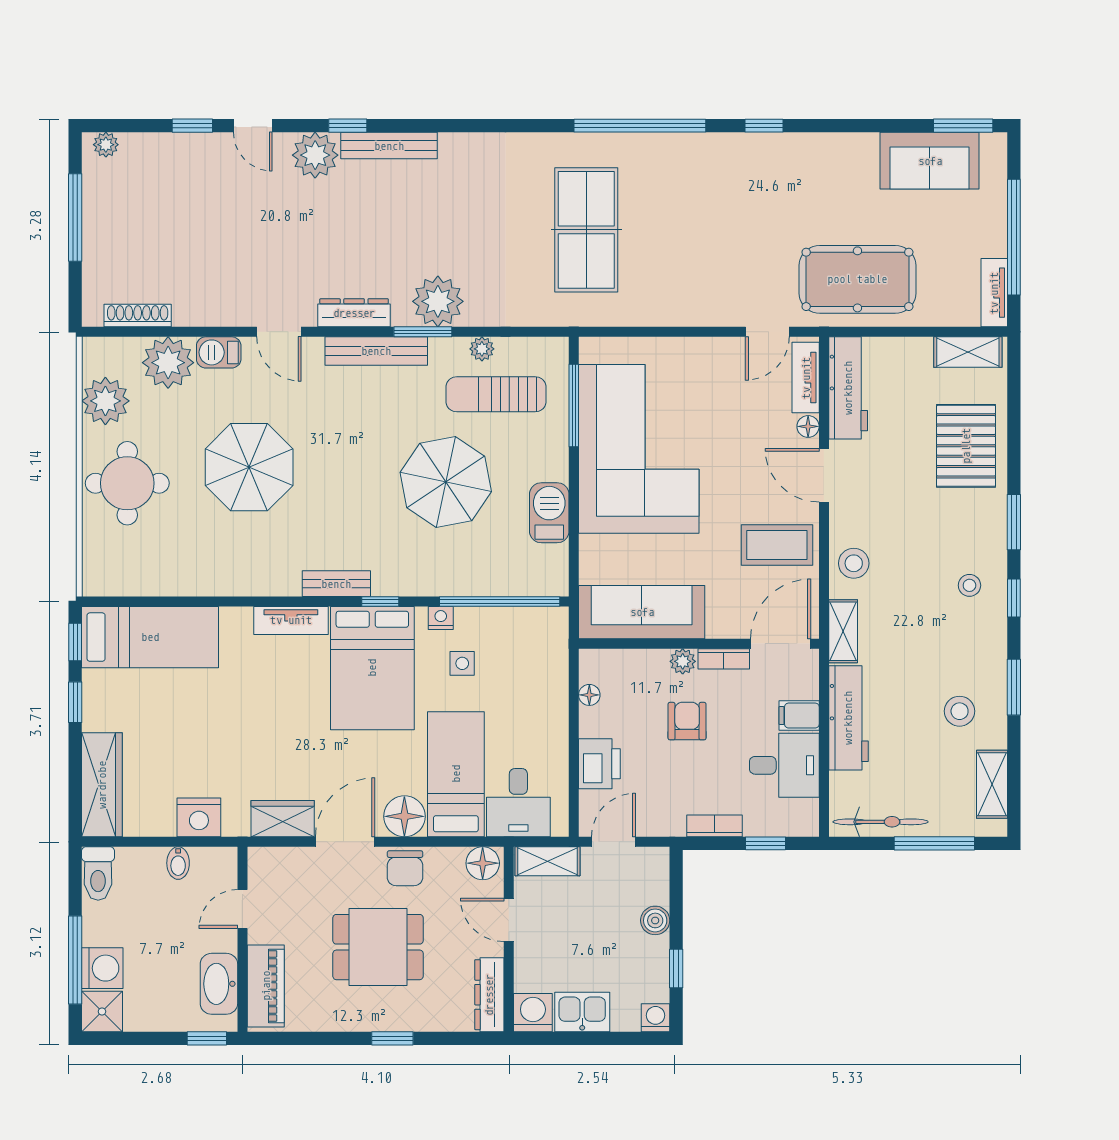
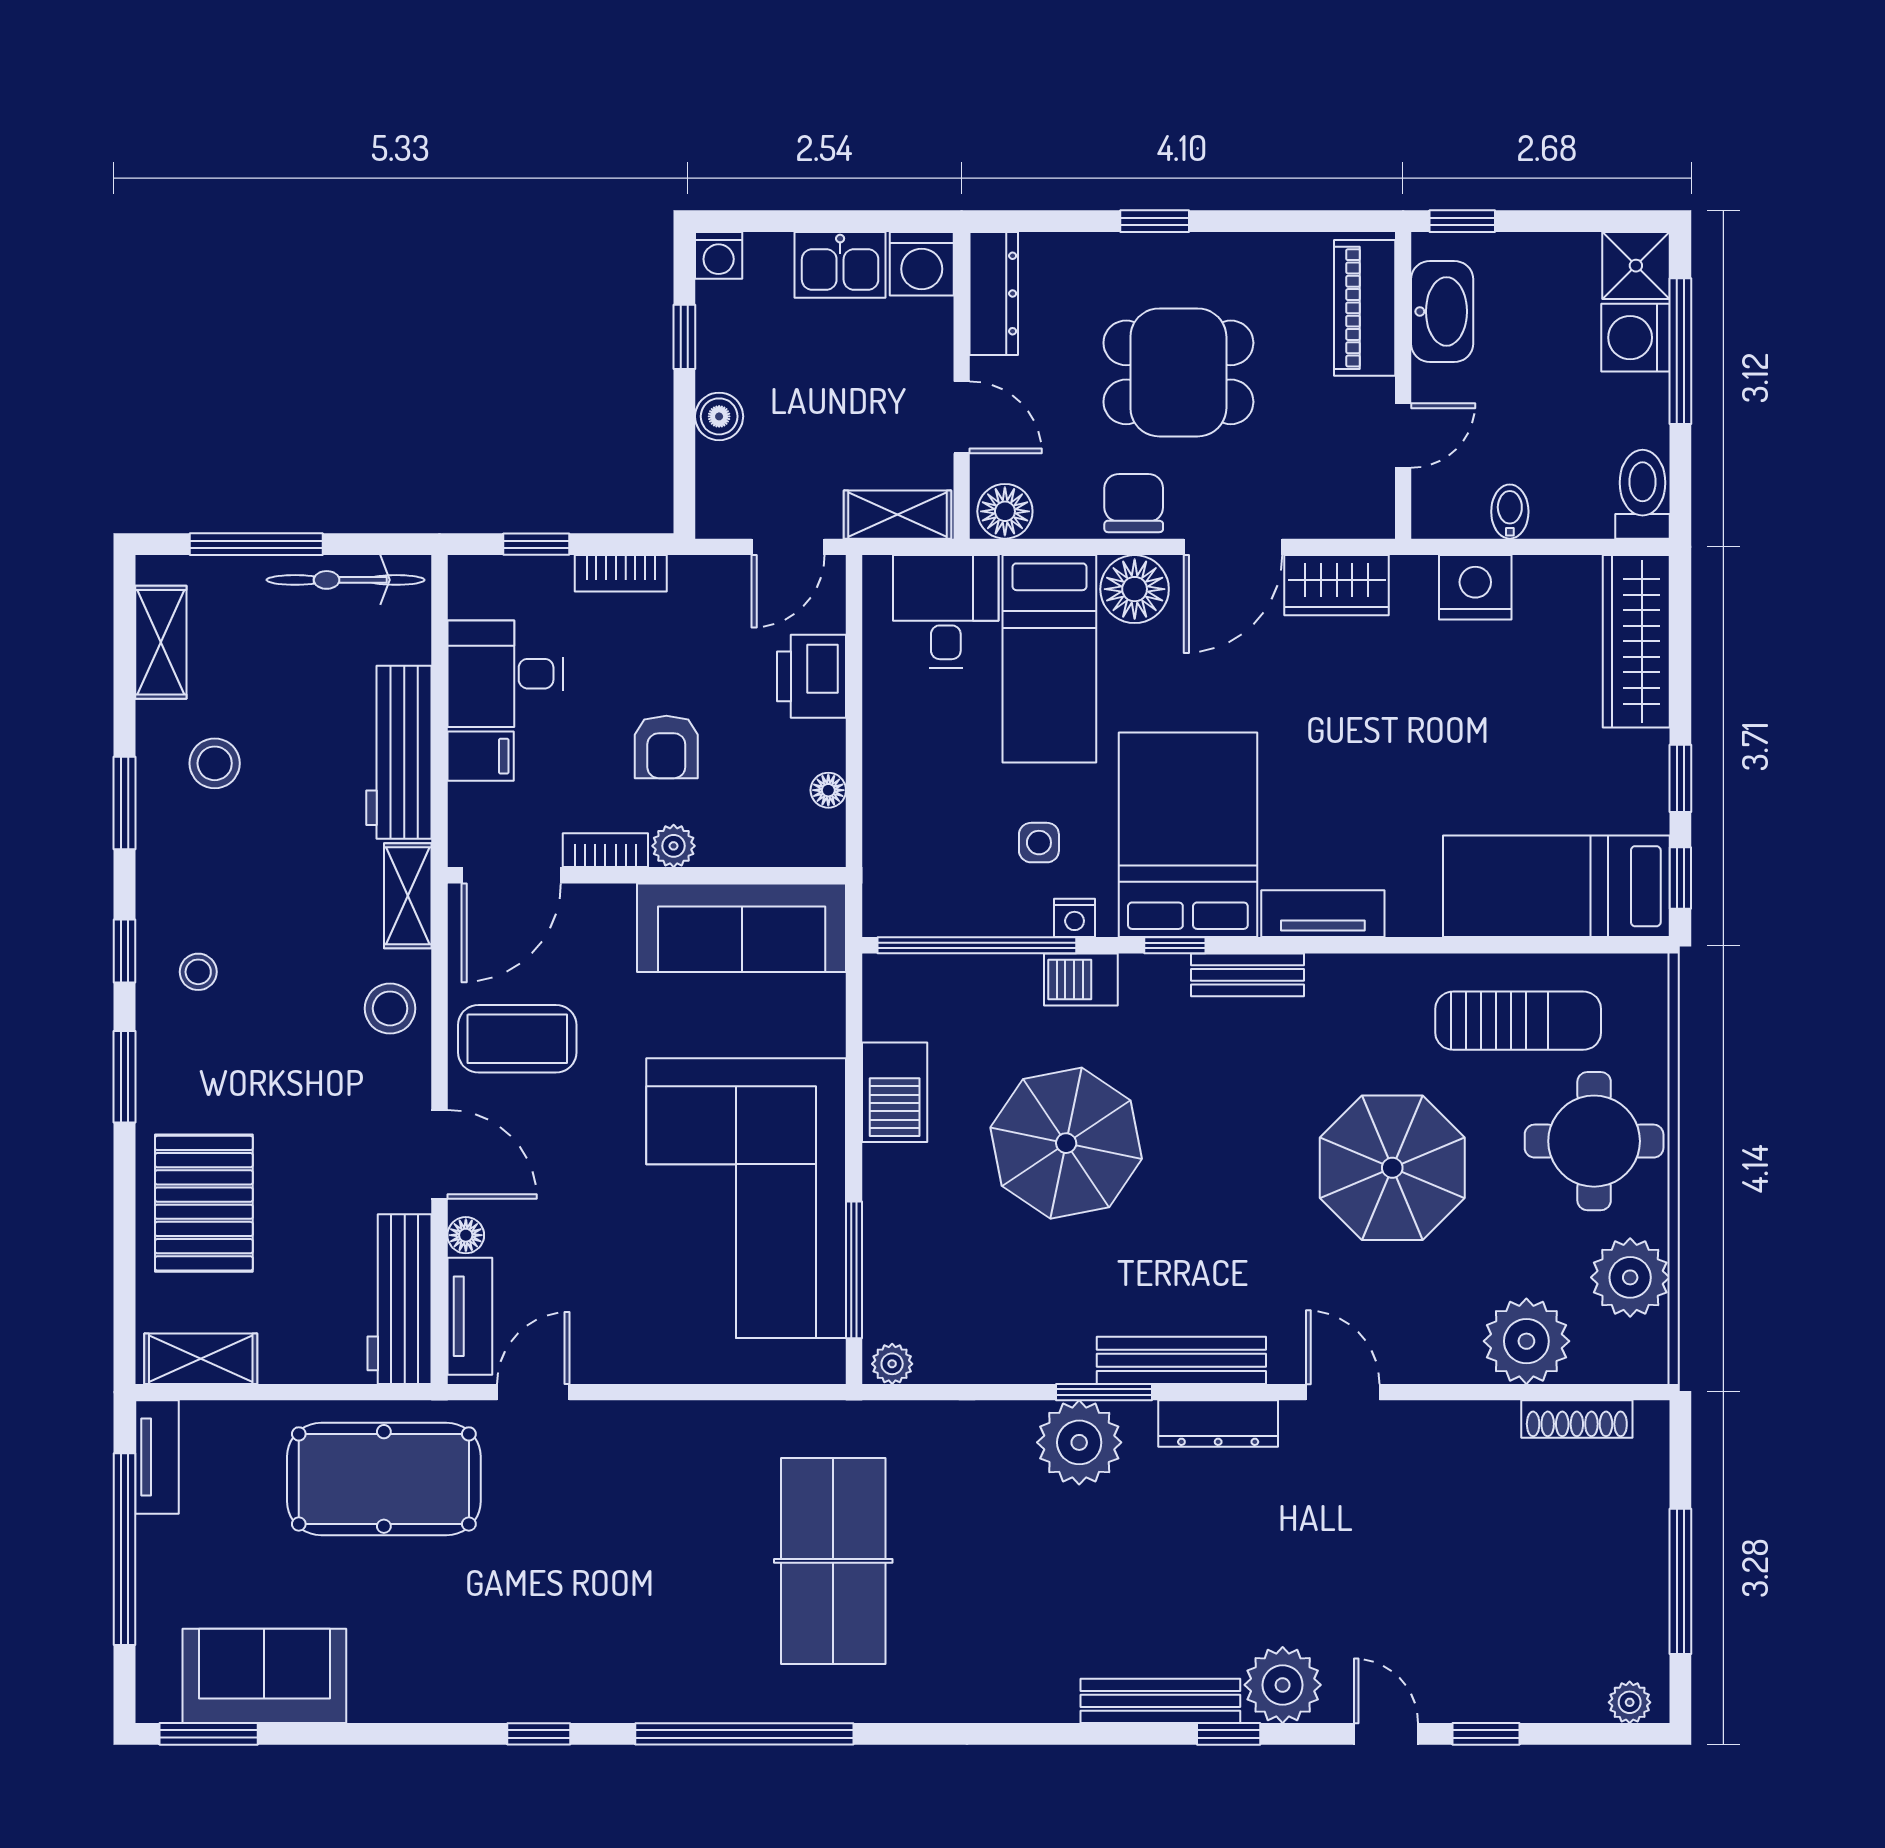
plant: (482, 349) -> (892, 1364), moved
barbecue: (219, 352) -> (1081, 979), moved, turned 180
sun lounger: (496, 394) -> (1518, 1021), moved

